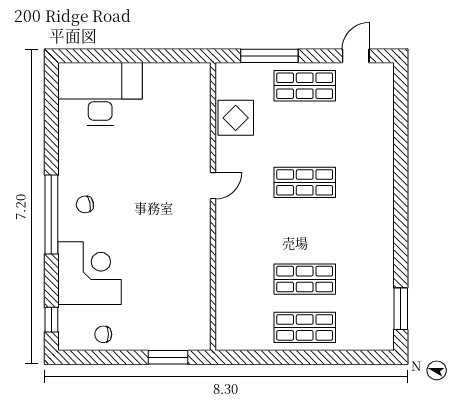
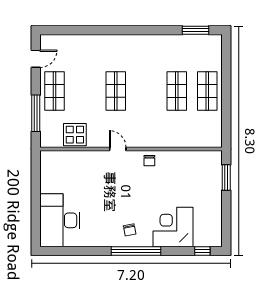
door: (356, 56) -> (36, 59), swing flipped
chair: (103, 334) -> (149, 161), moved

